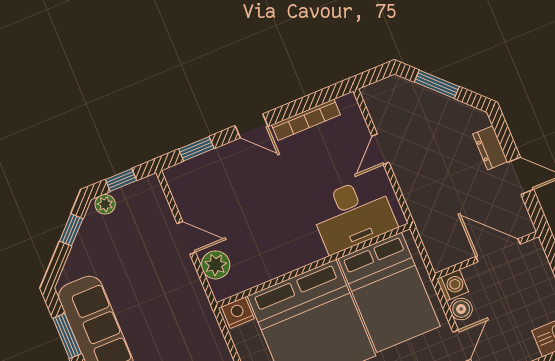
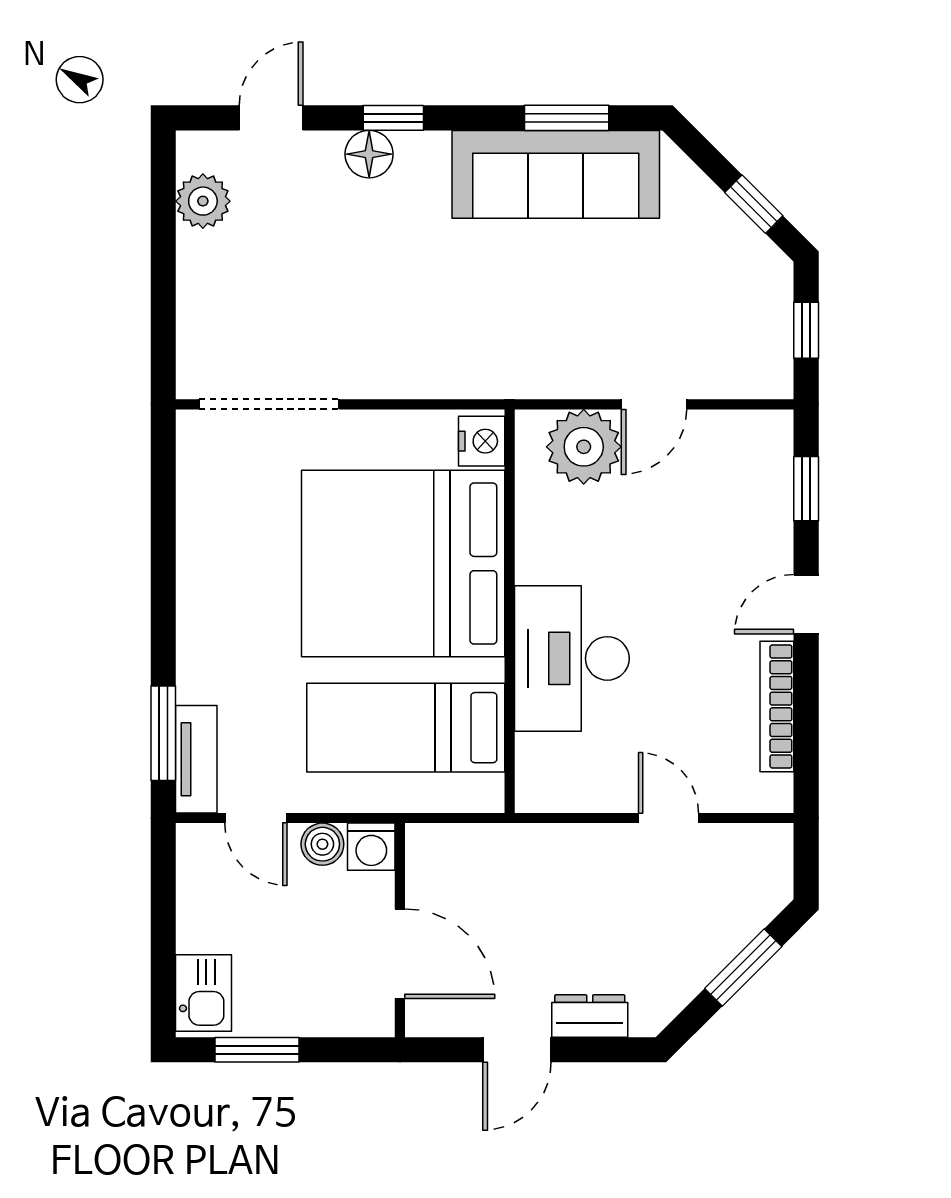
plant: (105, 204) -> (774, 284), removed
desk: (353, 215) -> (572, 658), moved
door: (498, 250) -> (400, 954), hinge flipped
plant: (216, 265) -> (584, 447), width x1.36, depth x1.36
bed: (389, 292) -> (406, 728), width x0.67

